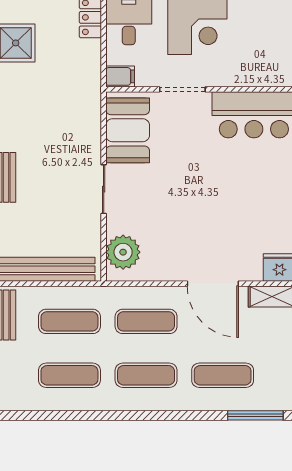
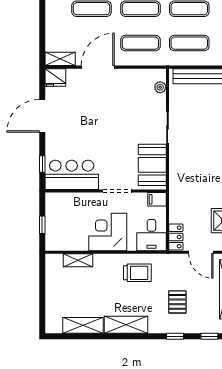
plant: (123, 252) -> (160, 87), width x0.53, depth x0.53
door: (213, 284) -> (98, 67), hinge flipped

